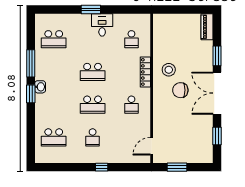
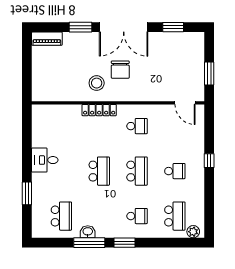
window: (91, 10) -> (27, 193), moved
school desk: (131, 39) -> (137, 216), moved
washbasin: (40, 87) -> (88, 232), moved
plant: (40, 153) -> (193, 232), added

